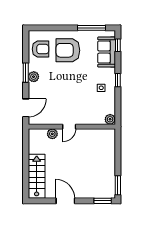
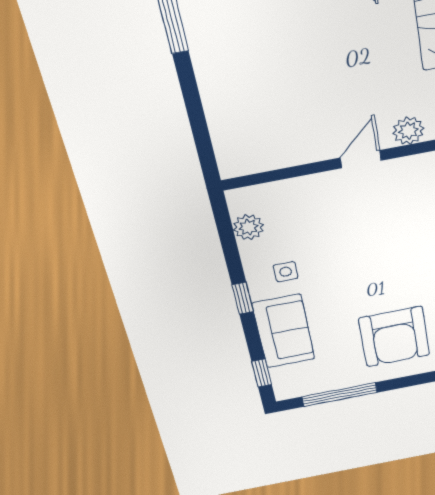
armchair: (68, 50) -> (394, 337), turned 90
sofa: (107, 52) -> (284, 331), moved
plant: (110, 119) -> (248, 227), moved

